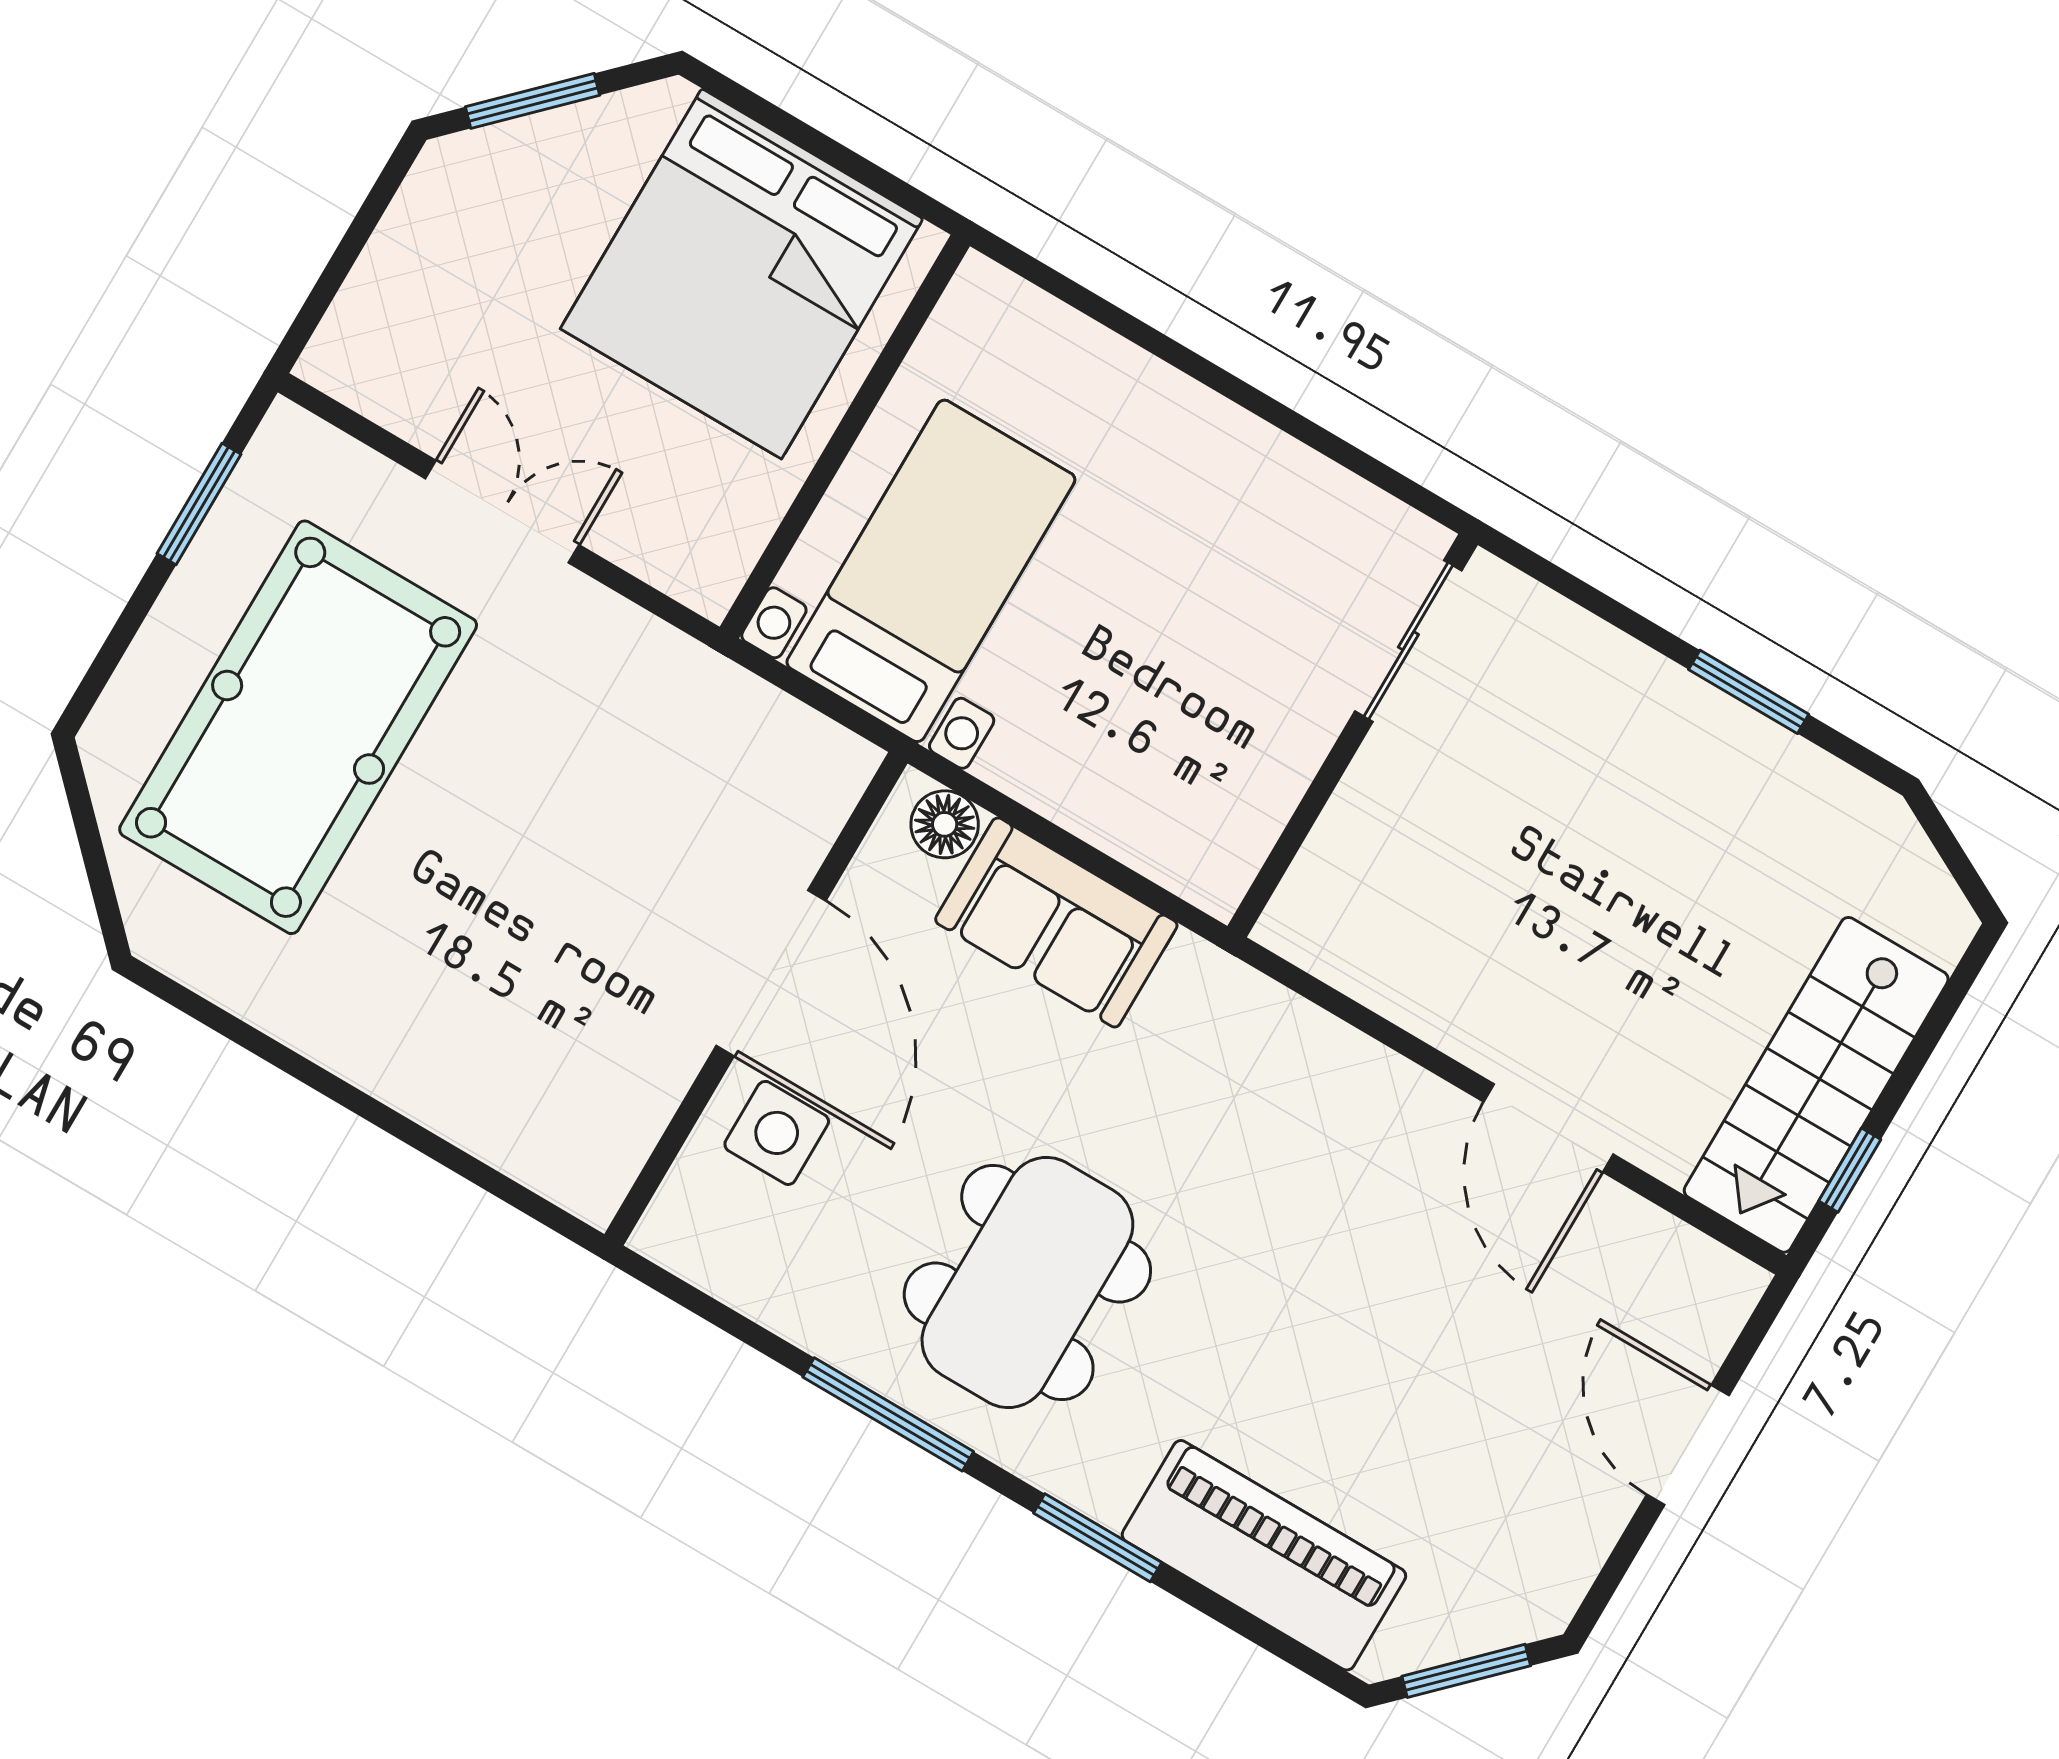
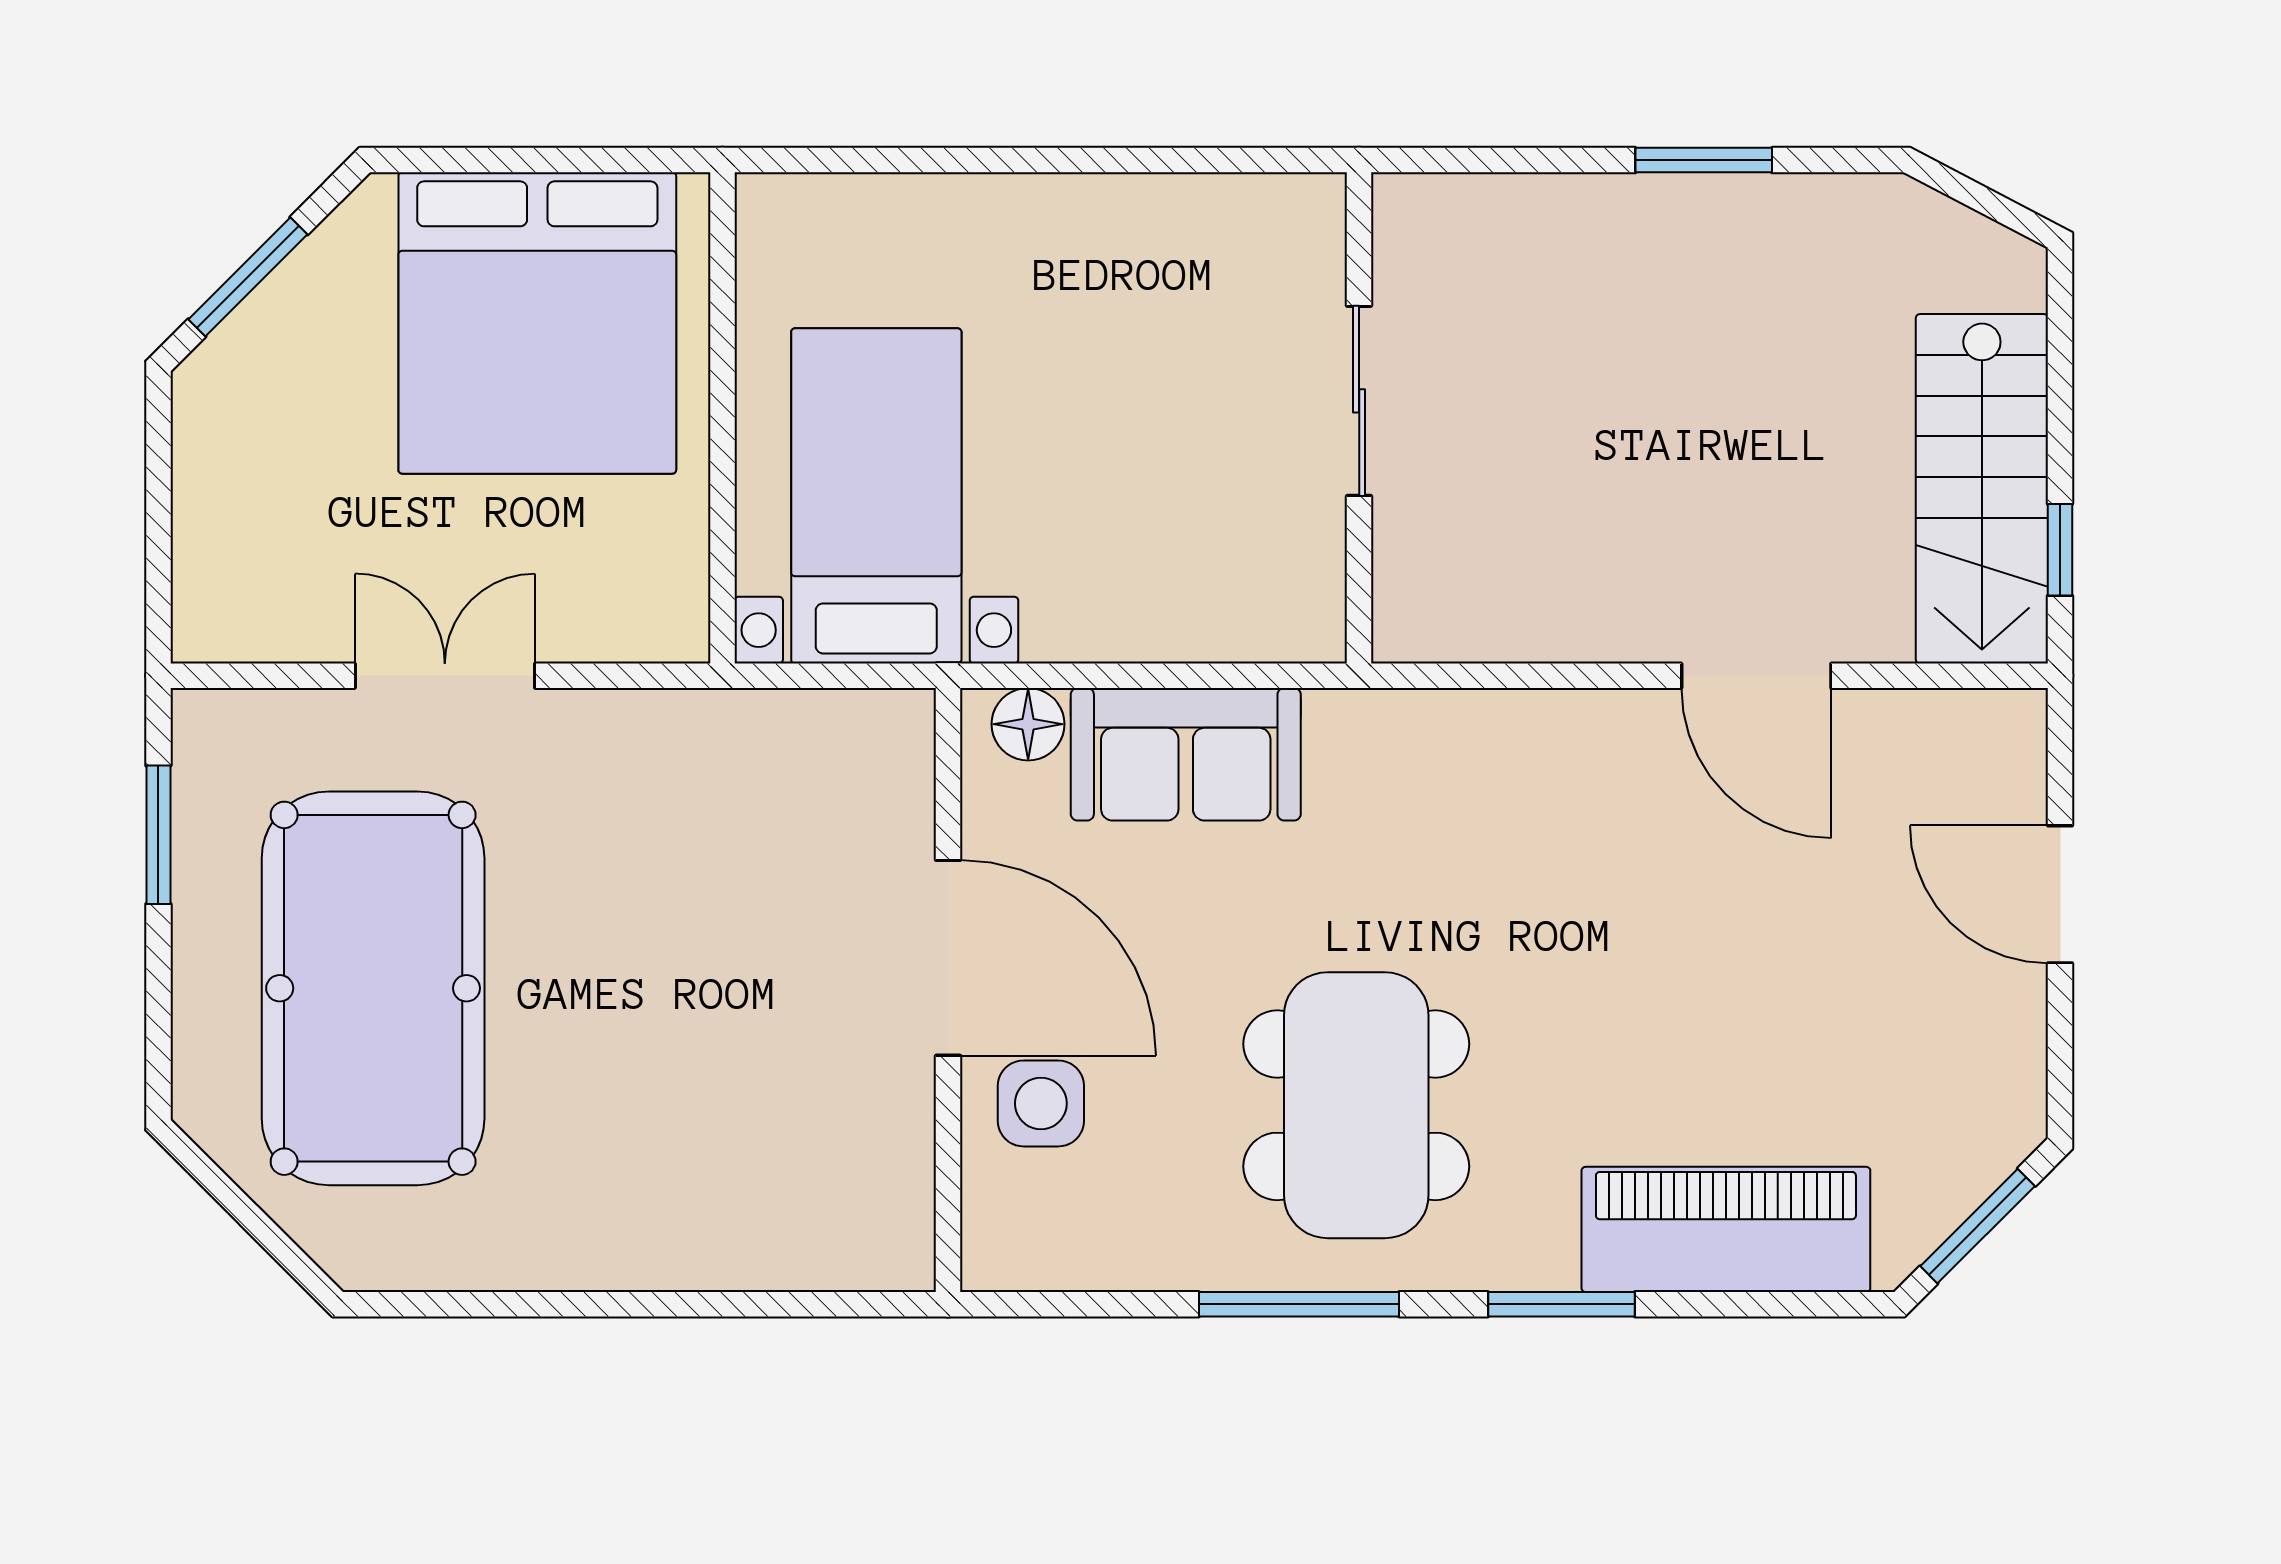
sliding door: (1408, 641) -> (1359, 401), moved

